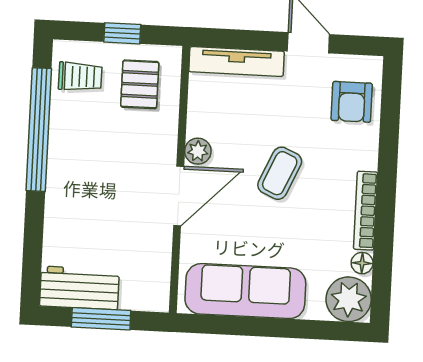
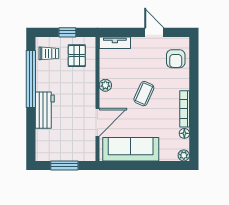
tv unit: (237, 62) -> (115, 43), width x0.71
door: (179, 196) -> (97, 122), moved
workbench: (79, 288) -> (45, 110), moved, turned 90
plant: (349, 299) -> (184, 155), width x0.53, depth x0.53

